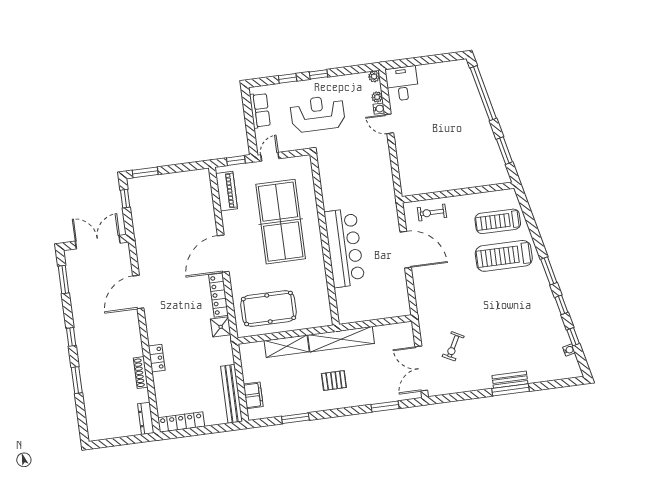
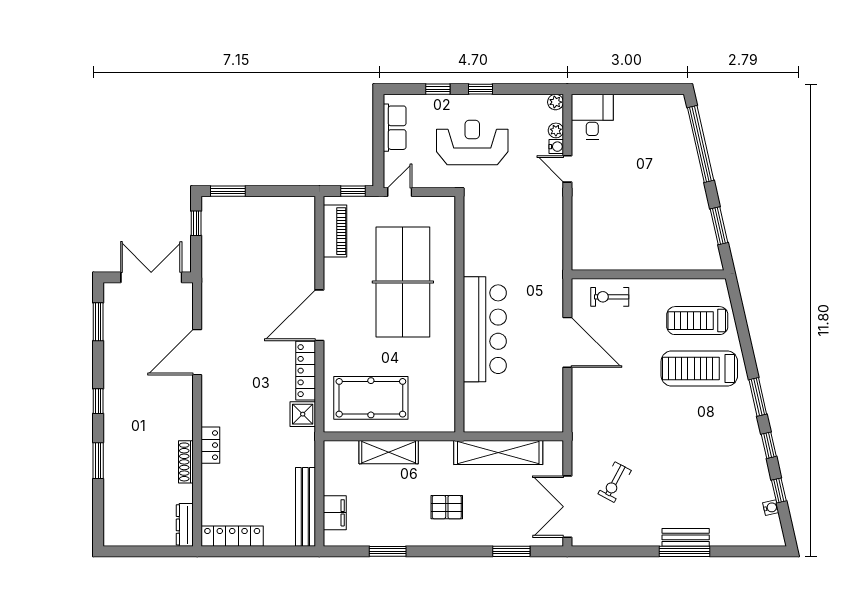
shelving: (341, 339) -> (498, 452), moved

